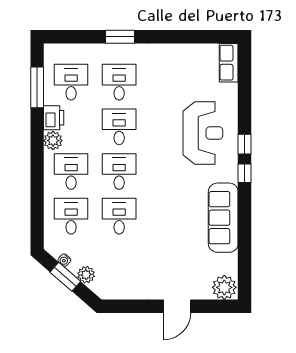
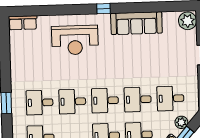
reception desk: (203, 133) -> (75, 40), turned 180
window: (245, 144) -> (82, 9), removed
desk: (119, 261) -> (170, 98), added

